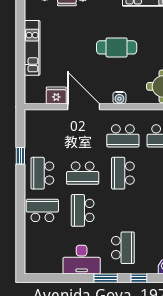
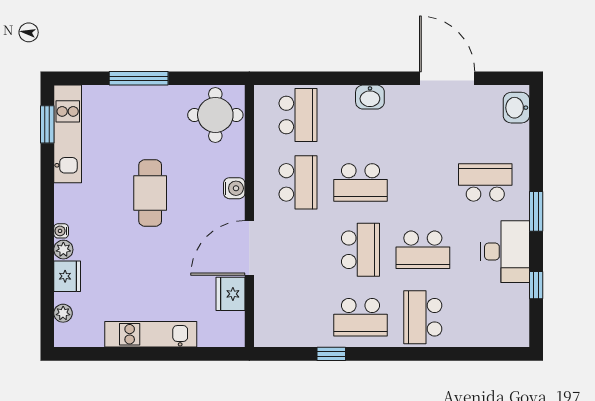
window: (139, 278) -> (536, 285), moved

